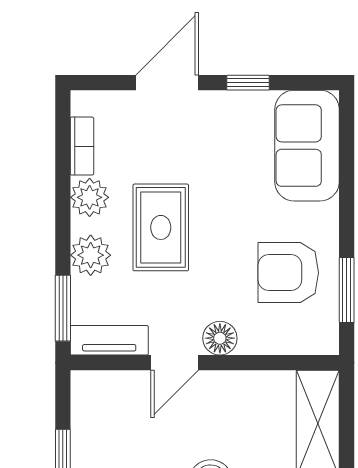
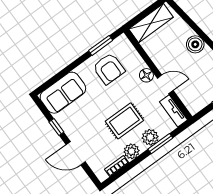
window: (63, 308) -> (160, 144), moved

